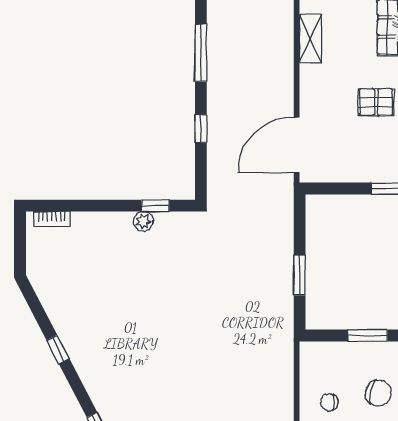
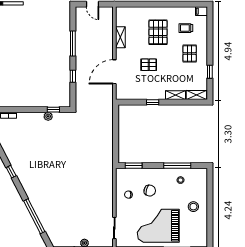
door: (297, 145) -> (114, 72), moved
window: (300, 275) -> (116, 140), removed
window: (368, 336) -> (134, 166), moved

